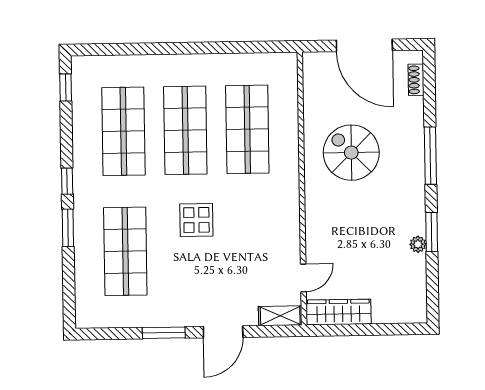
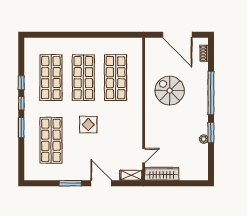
window: (66, 87) -> (21, 83), moved
window: (430, 156) -> (211, 93), width x1.46
door: (223, 332) -> (101, 183), swing flipped

